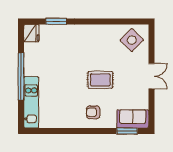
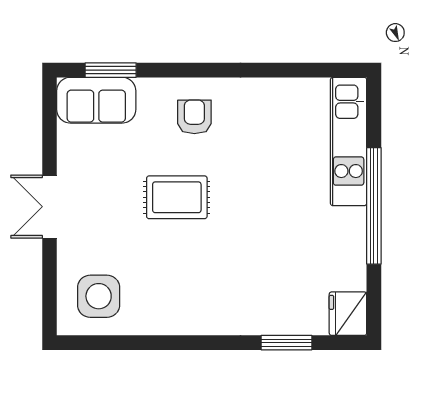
side table: (132, 40) -> (99, 296), turned 45
armchair: (93, 112) -> (194, 117), turned -90

